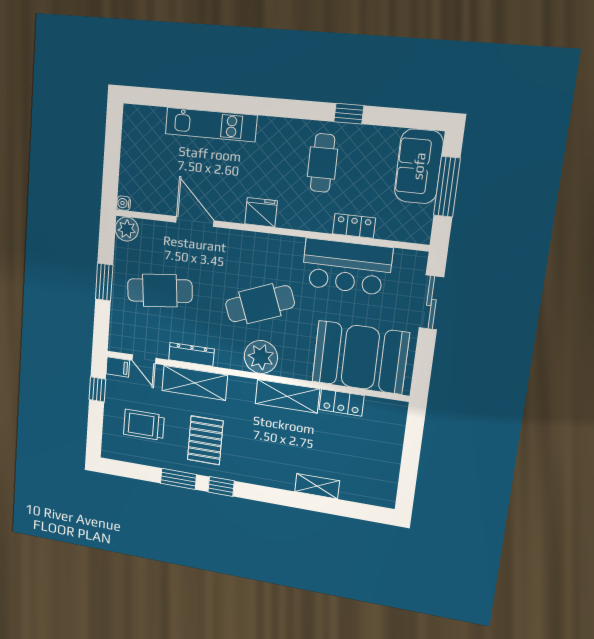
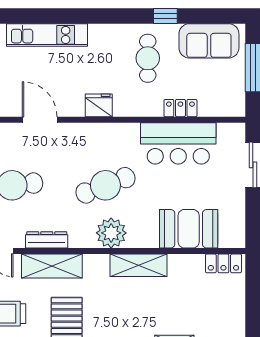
sofa: (419, 166) -> (209, 41), moved, turned -90
booth: (360, 357) -> (189, 229), width x0.73, depth x0.70
locker: (341, 403) -> (223, 263), moved

